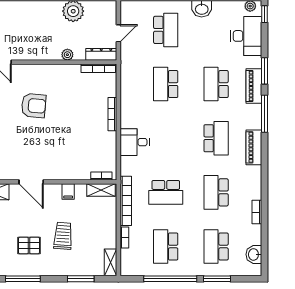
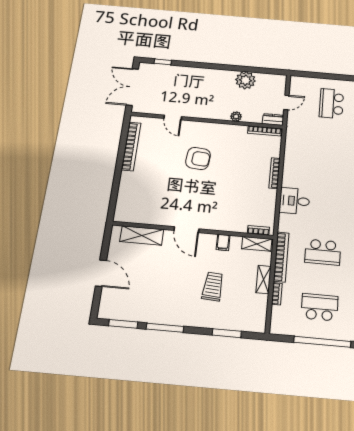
school desk: (166, 30) -> (331, 103), turned 180
dresser: (101, 54) -> (273, 120), width x0.70
school desk: (166, 84) -> (329, 151), removed
pallet: (29, 245) -> (176, 293), removed
school desk: (166, 247) -> (320, 307), turned 90
shelving: (111, 262) -> (263, 279), moved

